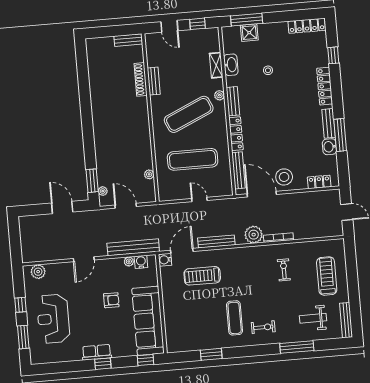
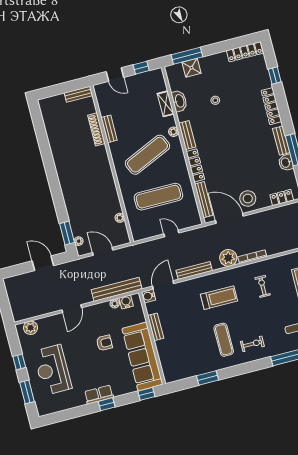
treadmill: (202, 276) -> (219, 298), moved, turned 180
bench: (167, 293) -> (156, 327), added

